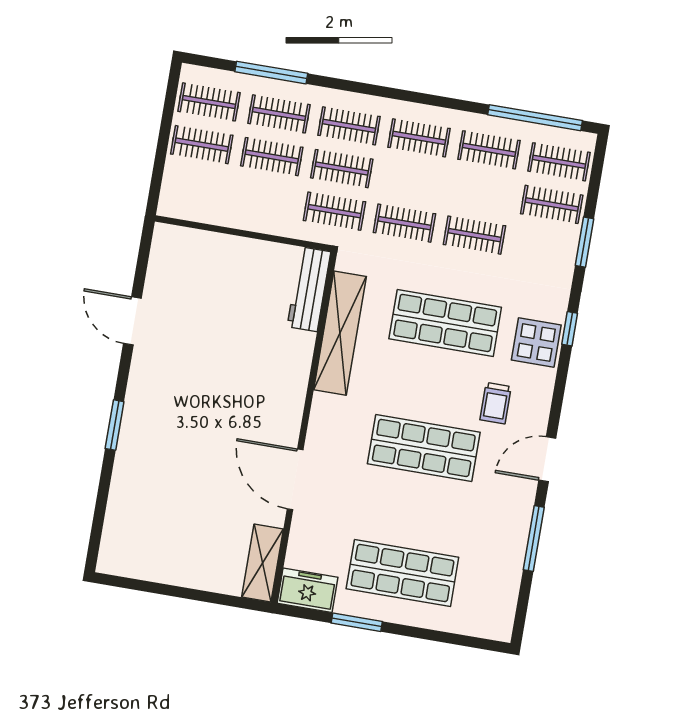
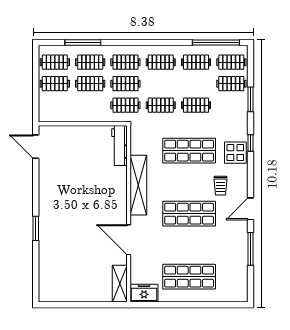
door: (132, 321) -> (36, 147), moved
shelving: (340, 333) -> (138, 185), moved
window: (357, 622) -> (171, 305), removed

